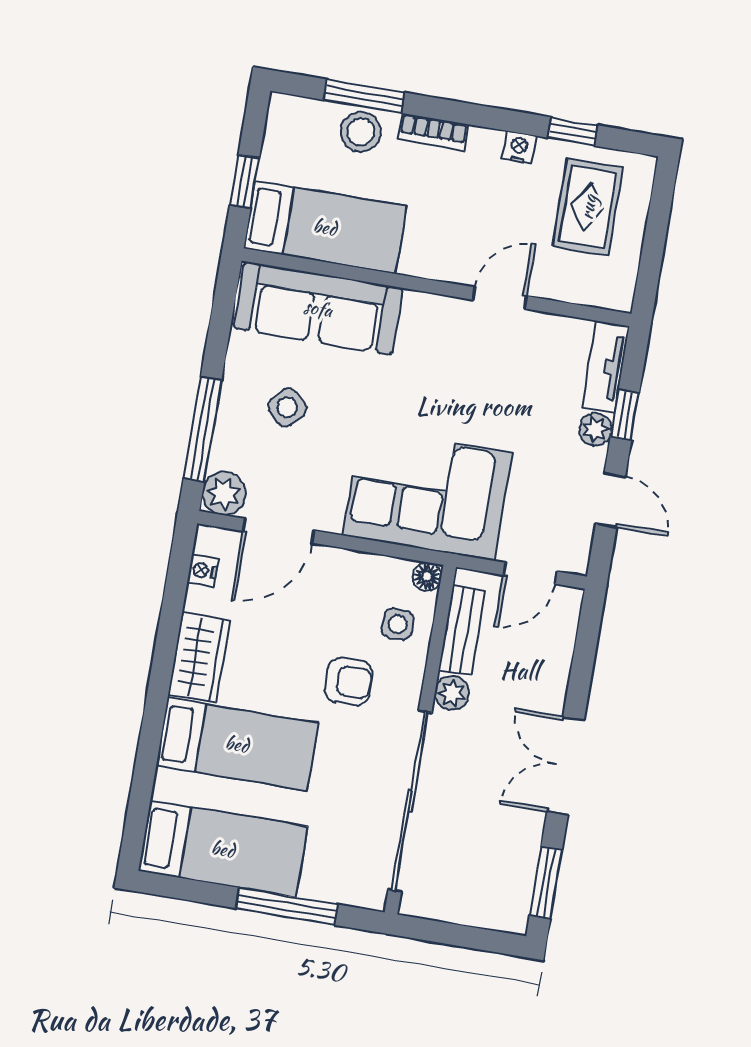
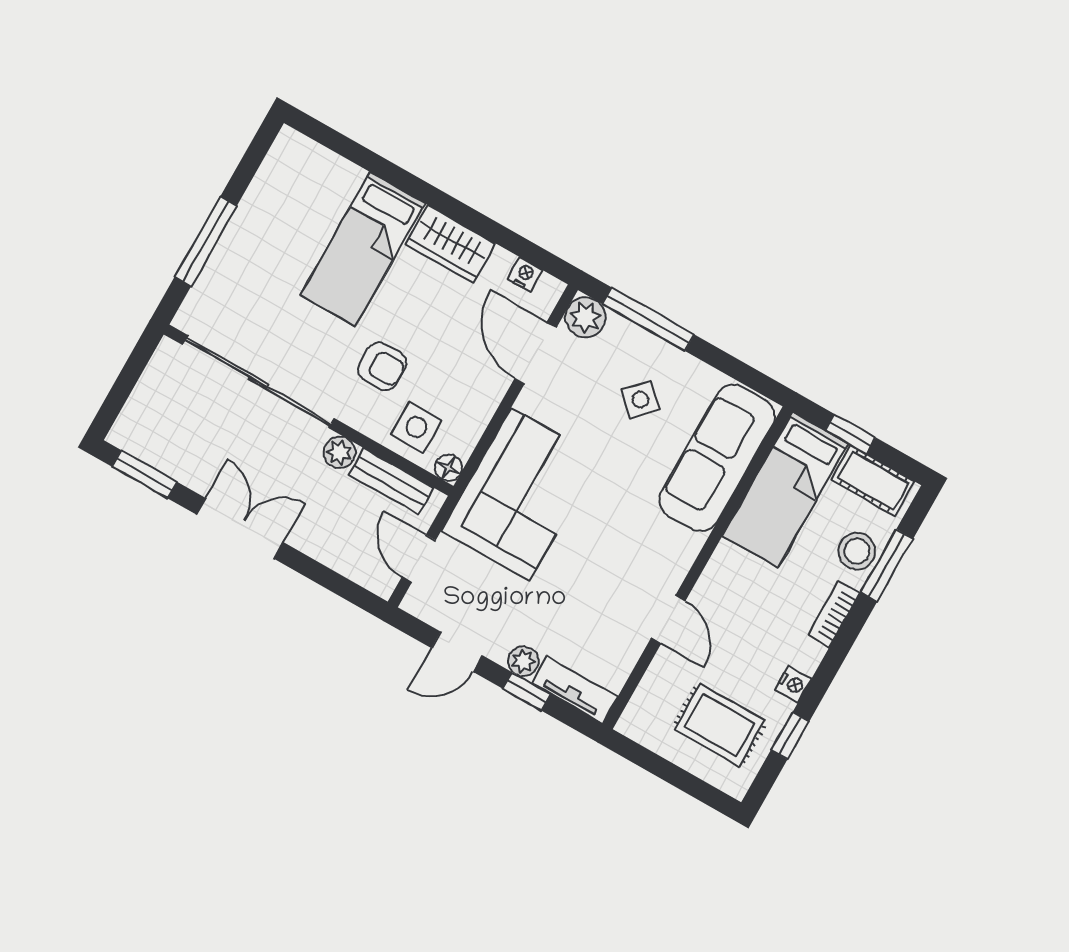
cot: (283, 141) -> (873, 481), added
side table: (398, 624) -> (416, 427), width x1.37, depth x1.37
armchair: (349, 681) -> (382, 366), turned -90
bed: (223, 849) -> (276, 204), removed

